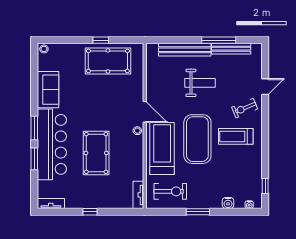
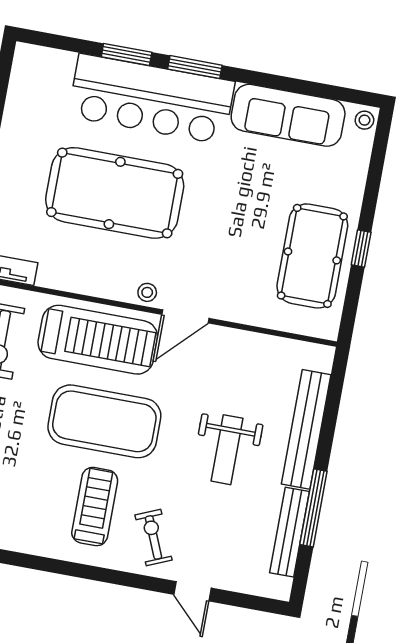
sofa: (48, 90) -> (288, 115), width x1.36
pool table: (96, 153) -> (115, 193), width x1.36, depth x1.32
tv unit: (51, 203) -> (22, 73), removed

